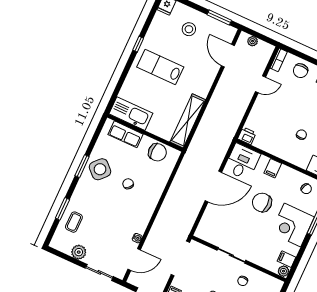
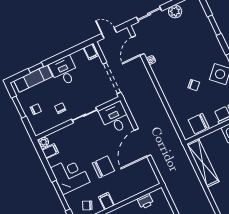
printer: (247, 136) -> (145, 201), moved
desk: (242, 162) -> (115, 118), moved, turned 180
filing cabinet: (273, 168) -> (106, 201), moved
coffee table: (74, 222) -> (199, 26), removed

